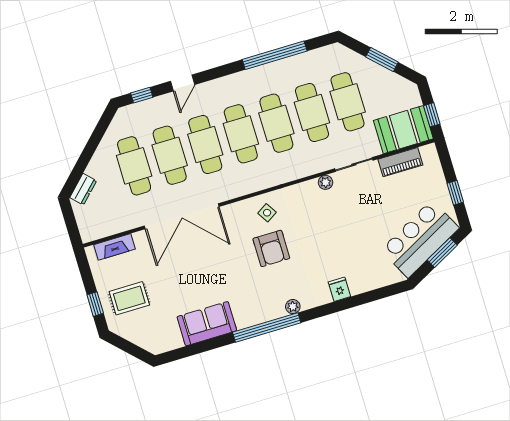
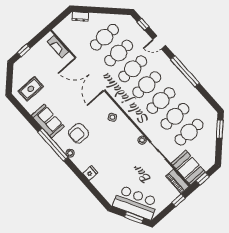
window: (275, 55) -> (185, 71), moved
window: (382, 60) -> (220, 129), moved
piano: (400, 162) -> (177, 181), moved
window: (455, 193) -> (178, 200), moved
armchair: (271, 248) -> (79, 133), moved
rug: (129, 298) -> (31, 89), moved, turned 90
sofa: (207, 324) -> (48, 121), moved

